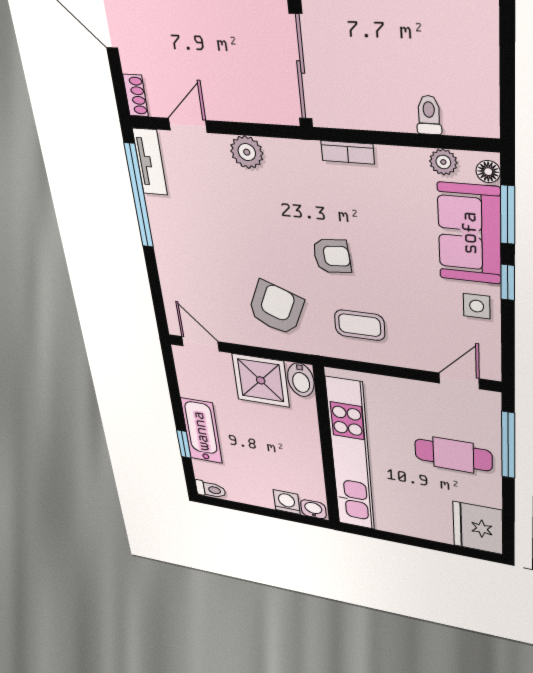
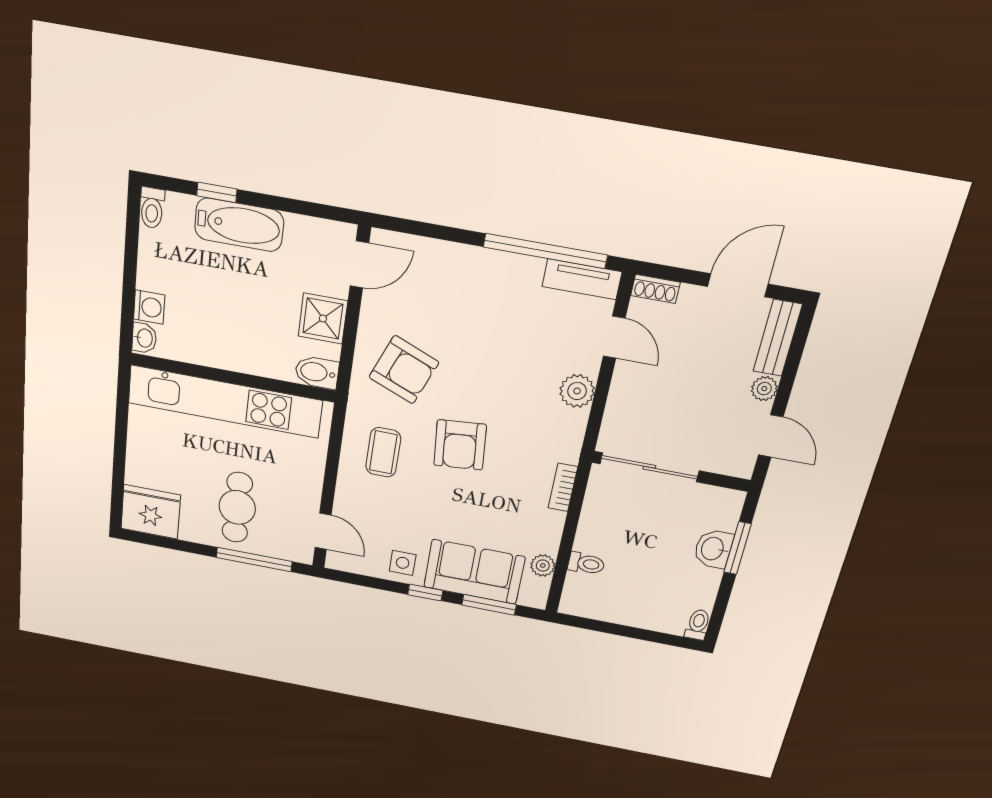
floor lamp: (488, 172) -> (530, 598), removed
armchair: (332, 256) -> (460, 445), width x1.38, depth x1.38
shower: (261, 380) -> (323, 318), width x0.73, depth x0.73

